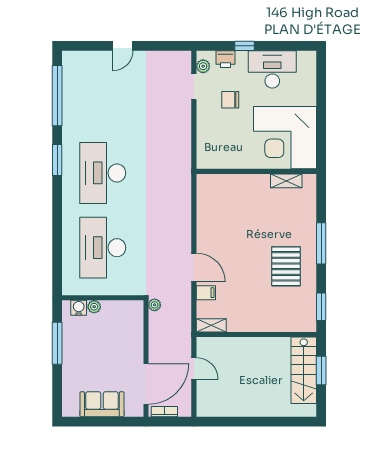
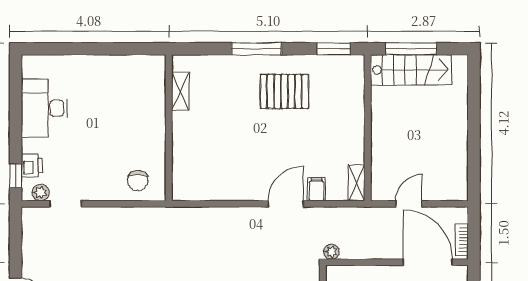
window: (245, 46) -> (16, 176), moved
chair: (230, 100) -> (138, 181), moved
corner desk: (285, 138) -> (128, 93), removed
window: (321, 370) -> (411, 49), width x1.44

